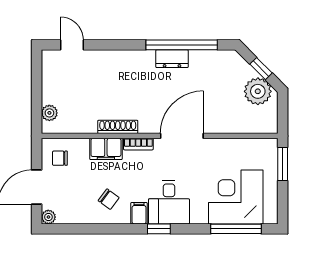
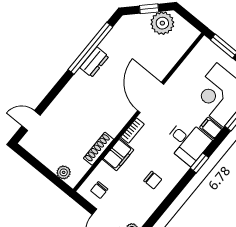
shoe rack: (118, 127) -> (99, 149), moved
chair: (109, 199) -> (153, 180), turned 54
filing cabinet: (139, 213) -> (211, 128), moved

